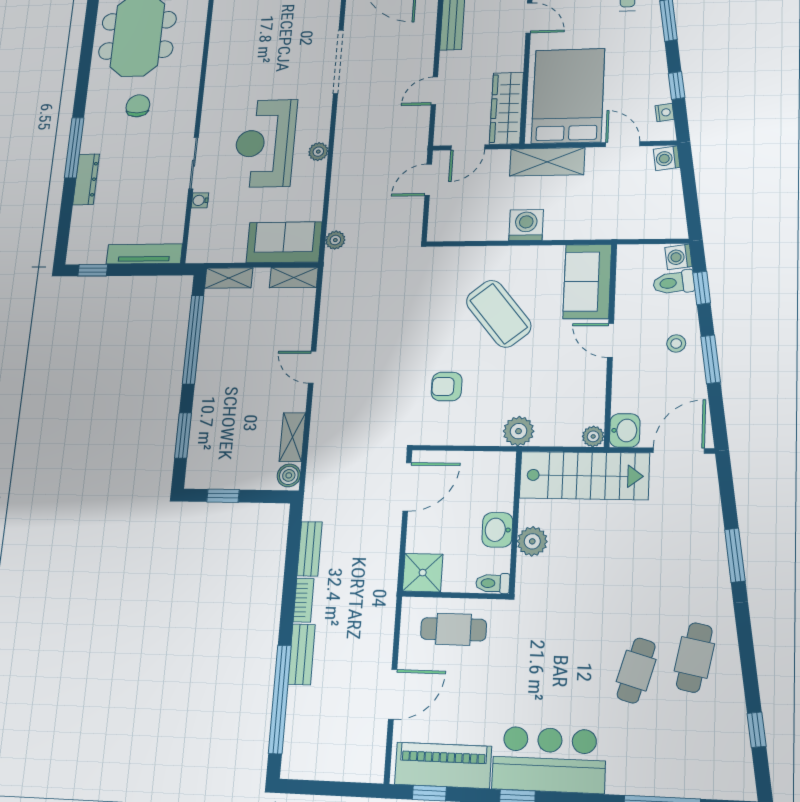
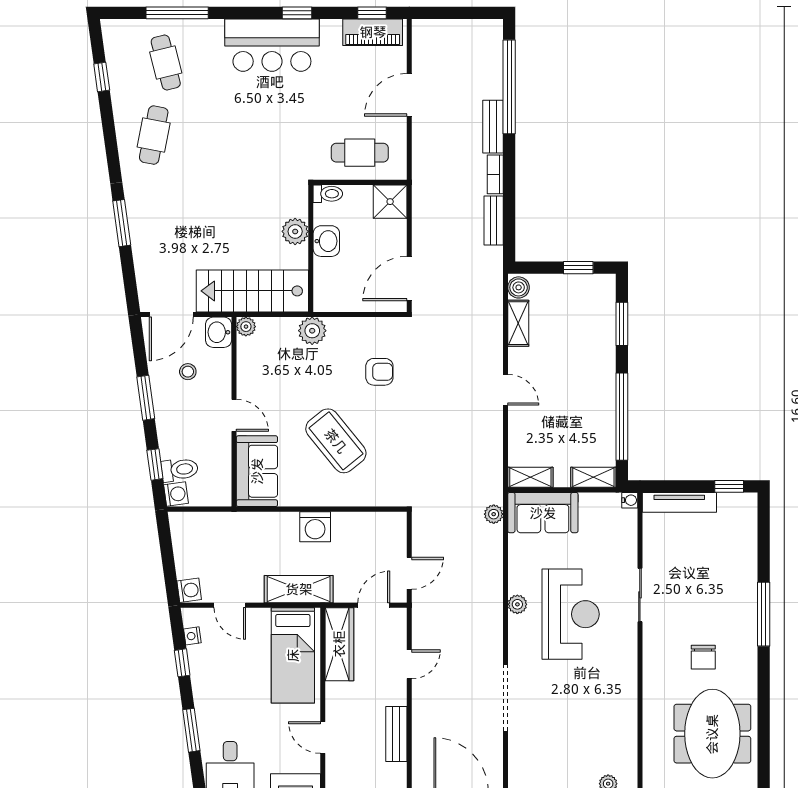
bed: (568, 96) -> (293, 655), width x0.67
dresser: (86, 179) -> (747, 580), removed
water cooler: (200, 200) -> (630, 500), moved
stool: (676, 343) -> (188, 372), moved
cafe table: (636, 671) -> (166, 62), moved, turned -30
piano: (443, 765) -> (373, 32), width x0.73, depth x0.75

